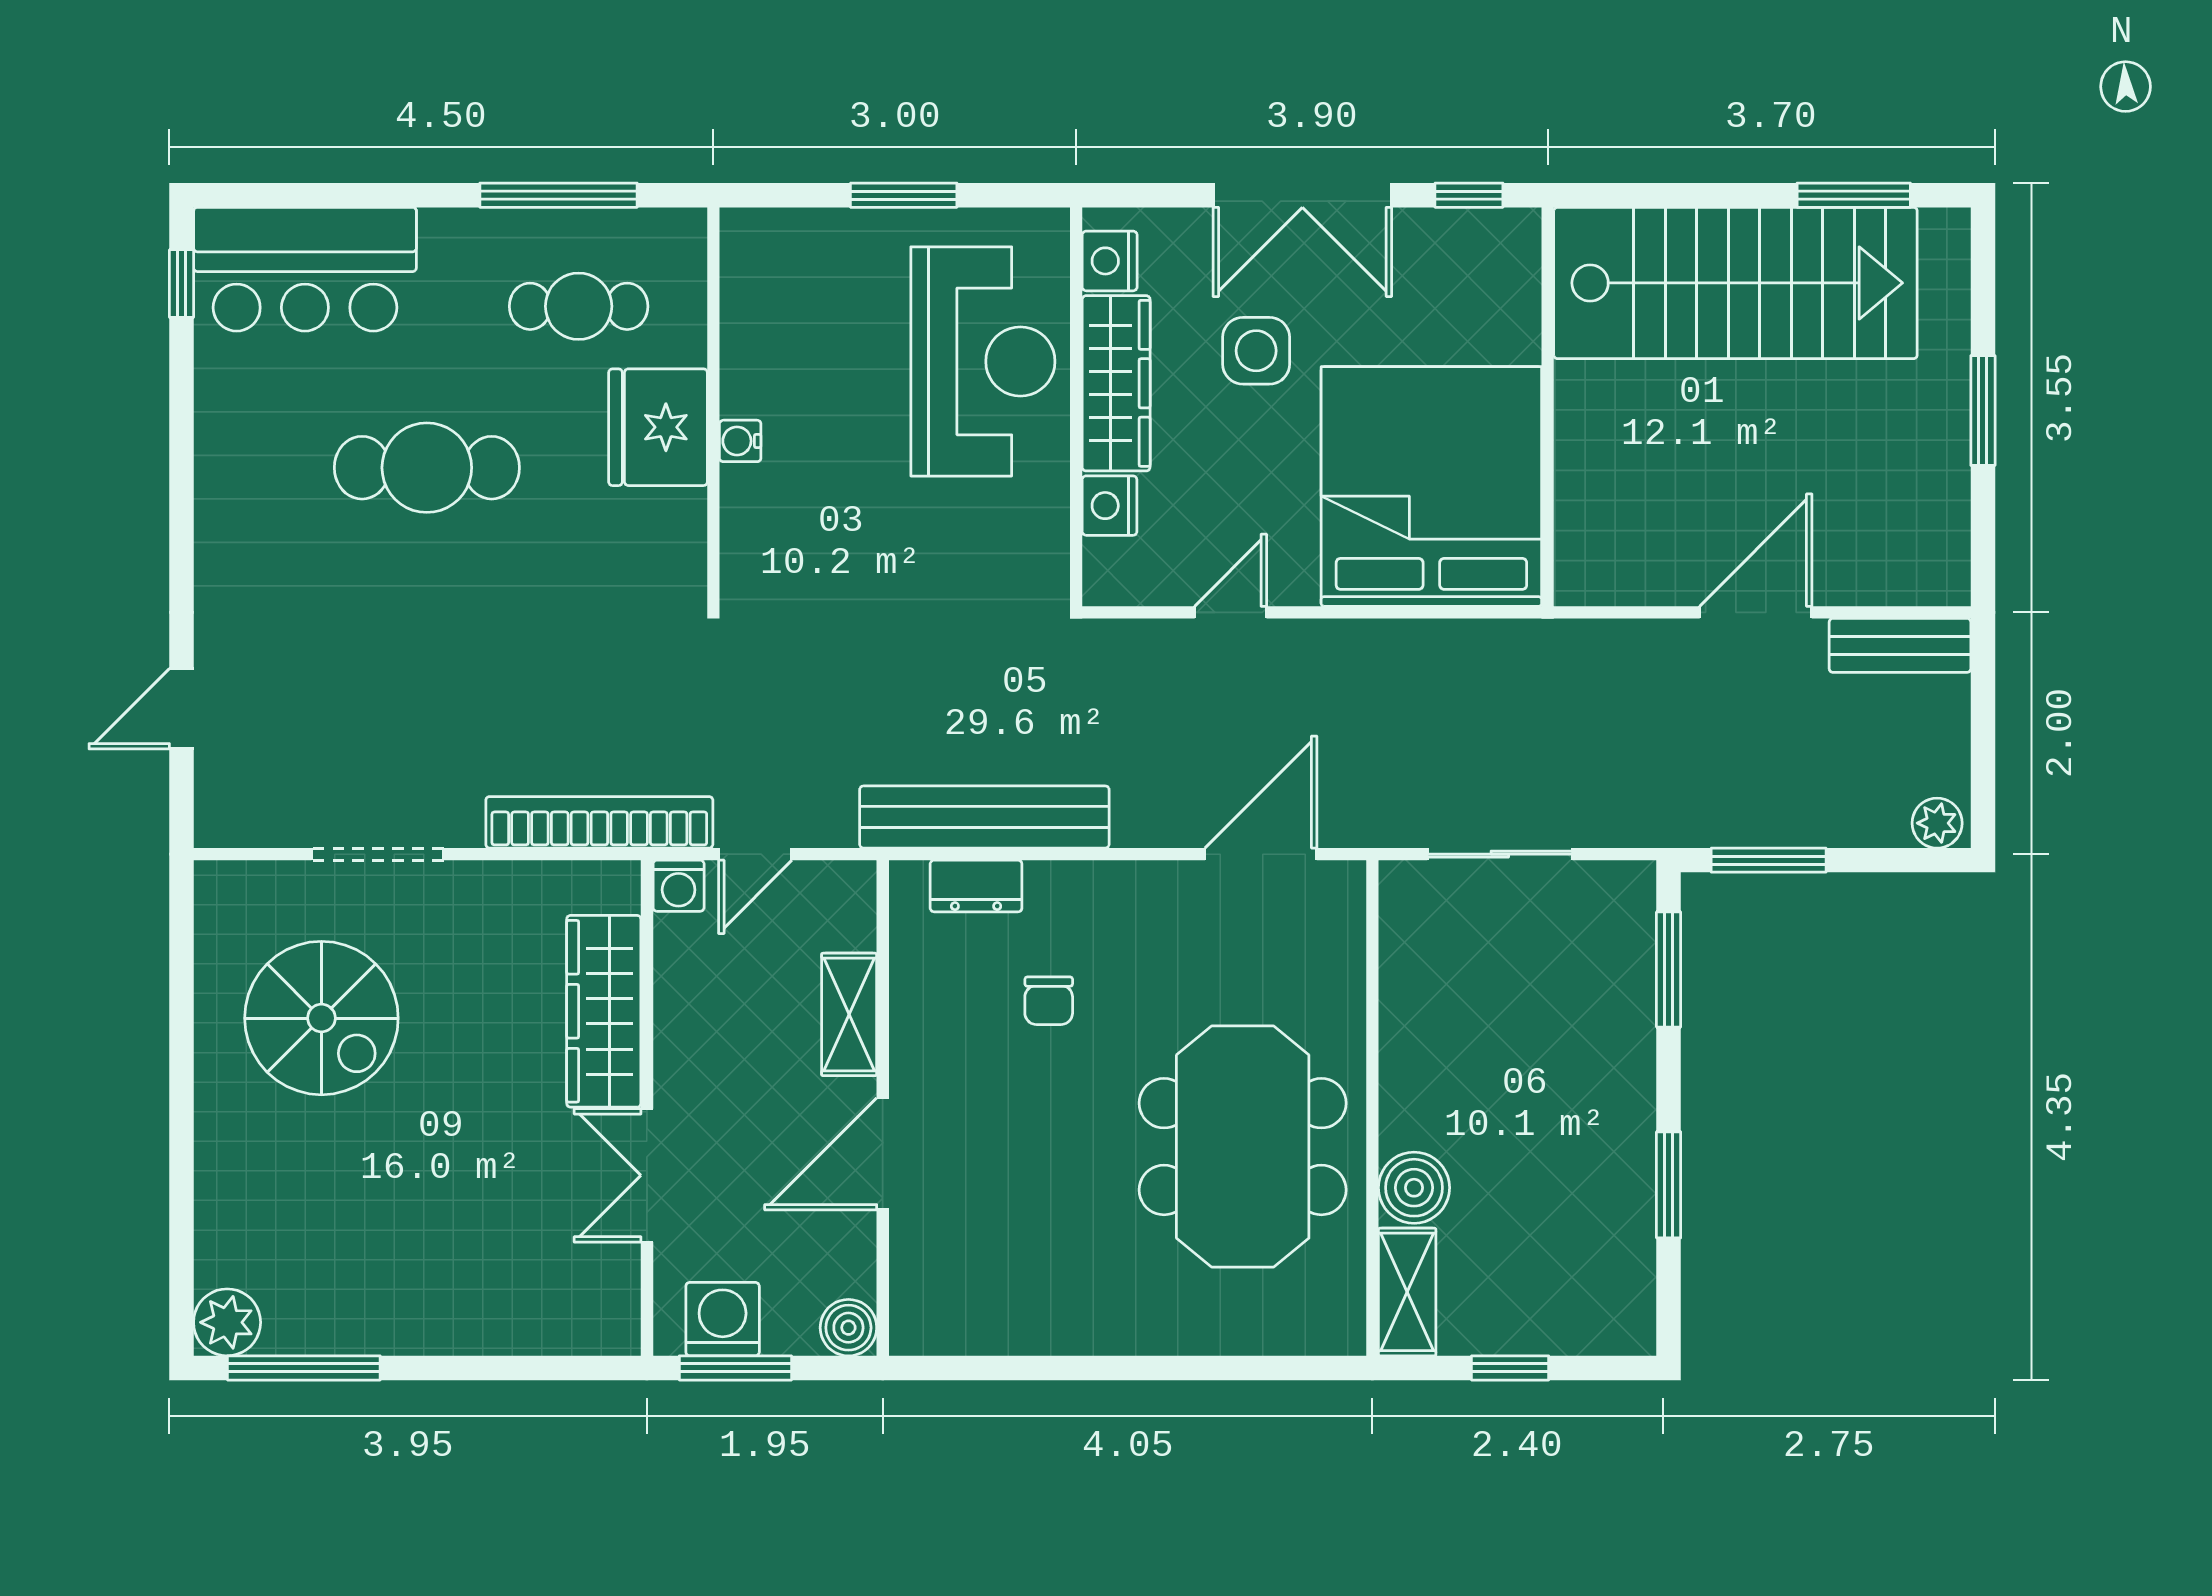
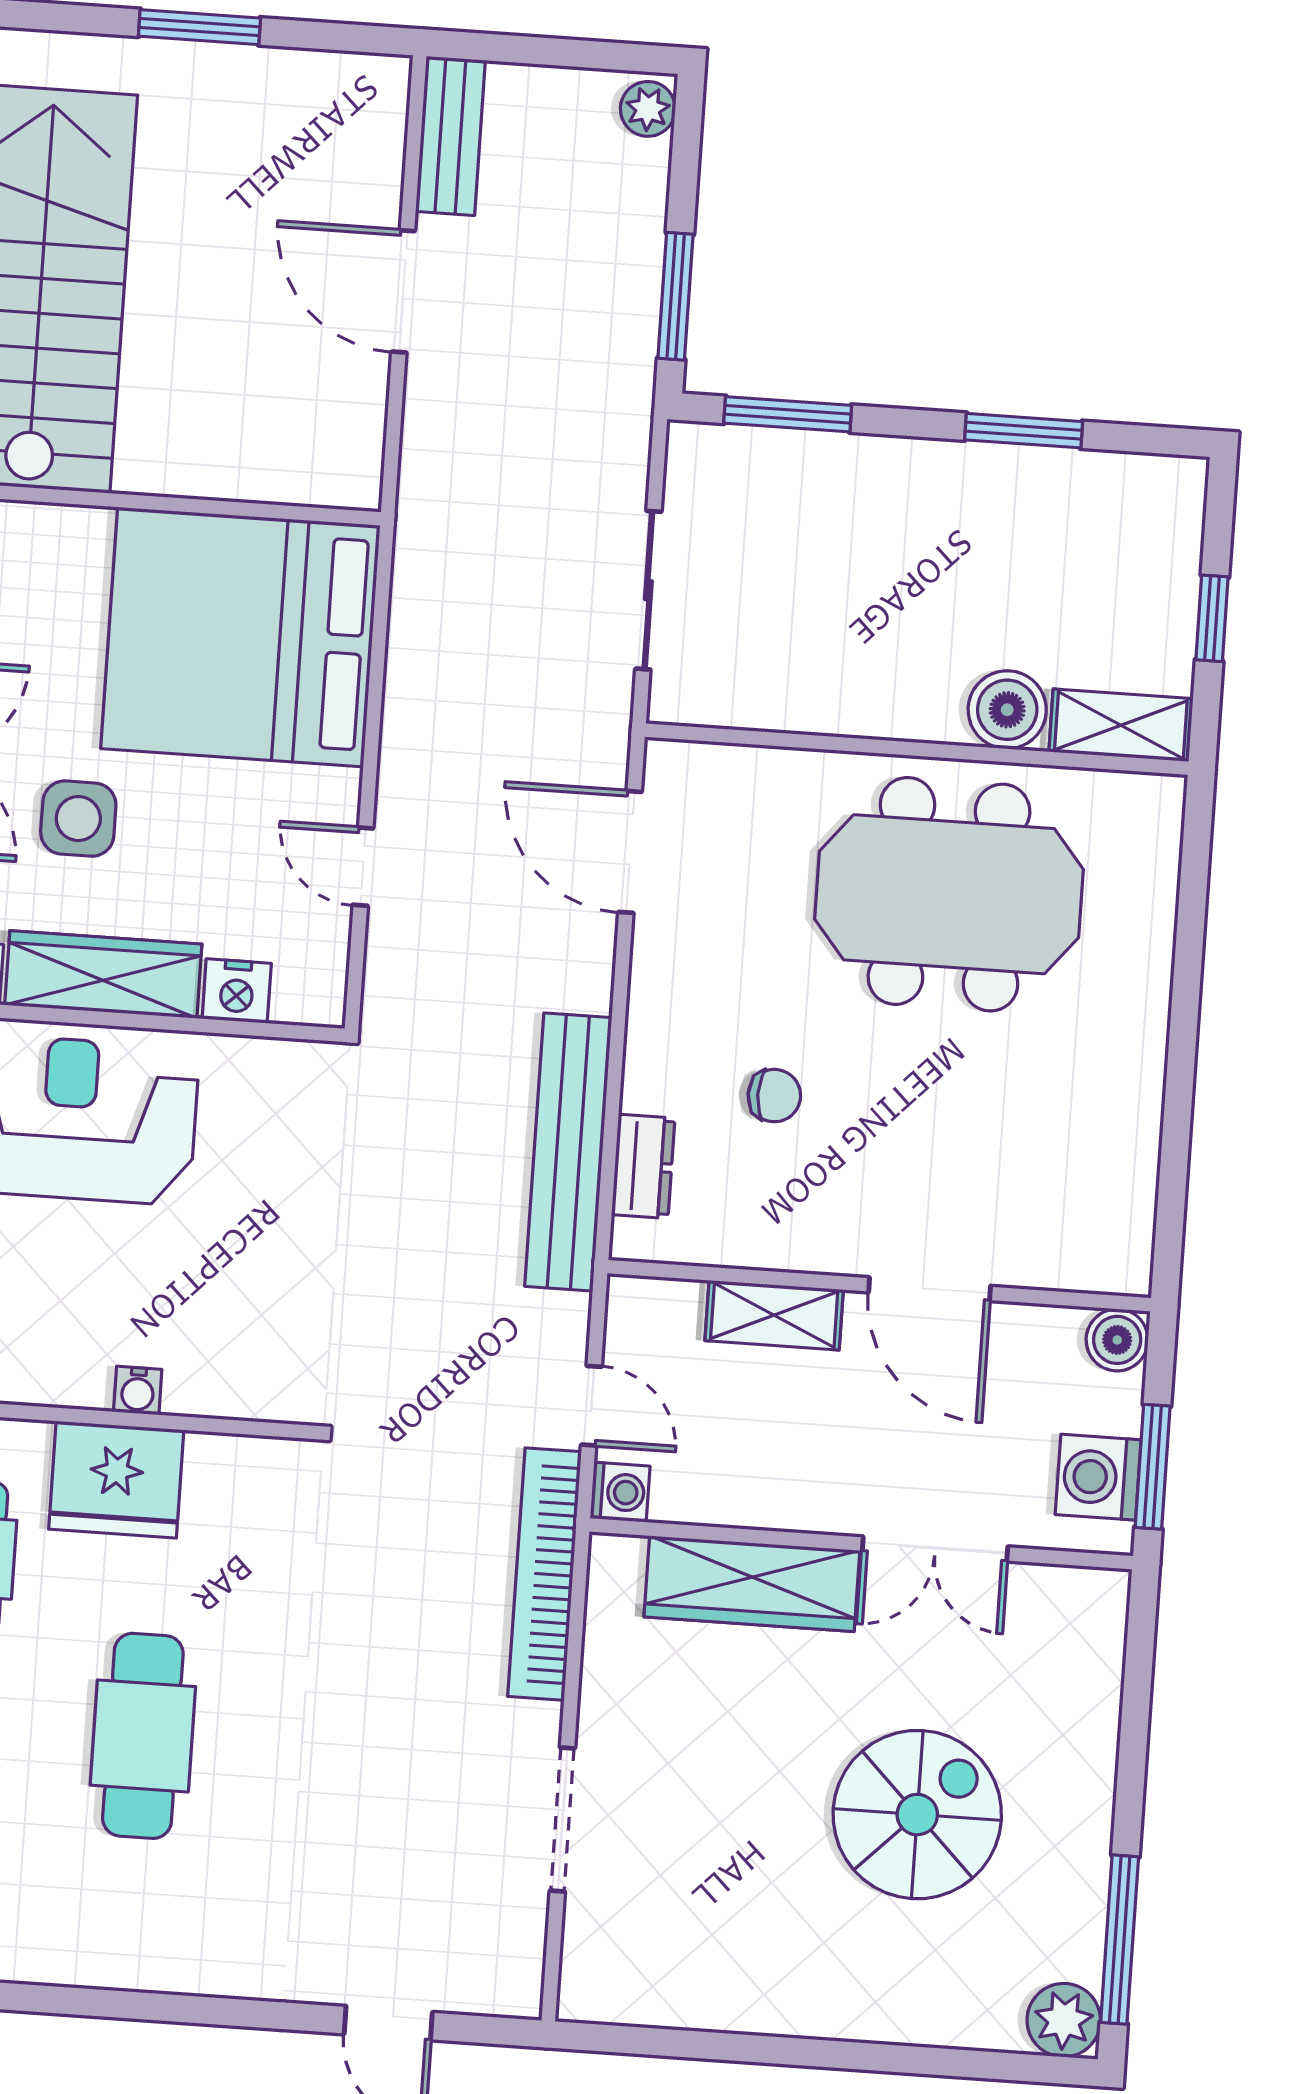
spiral stairs: (321, 1018) -> (917, 1815), moved

